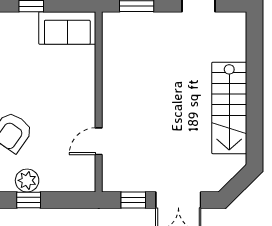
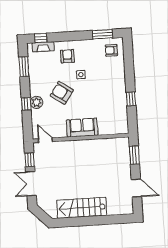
sofa: (67, 28) -> (82, 128), moved, turned 90
door: (99, 141) -> (45, 140), moved

